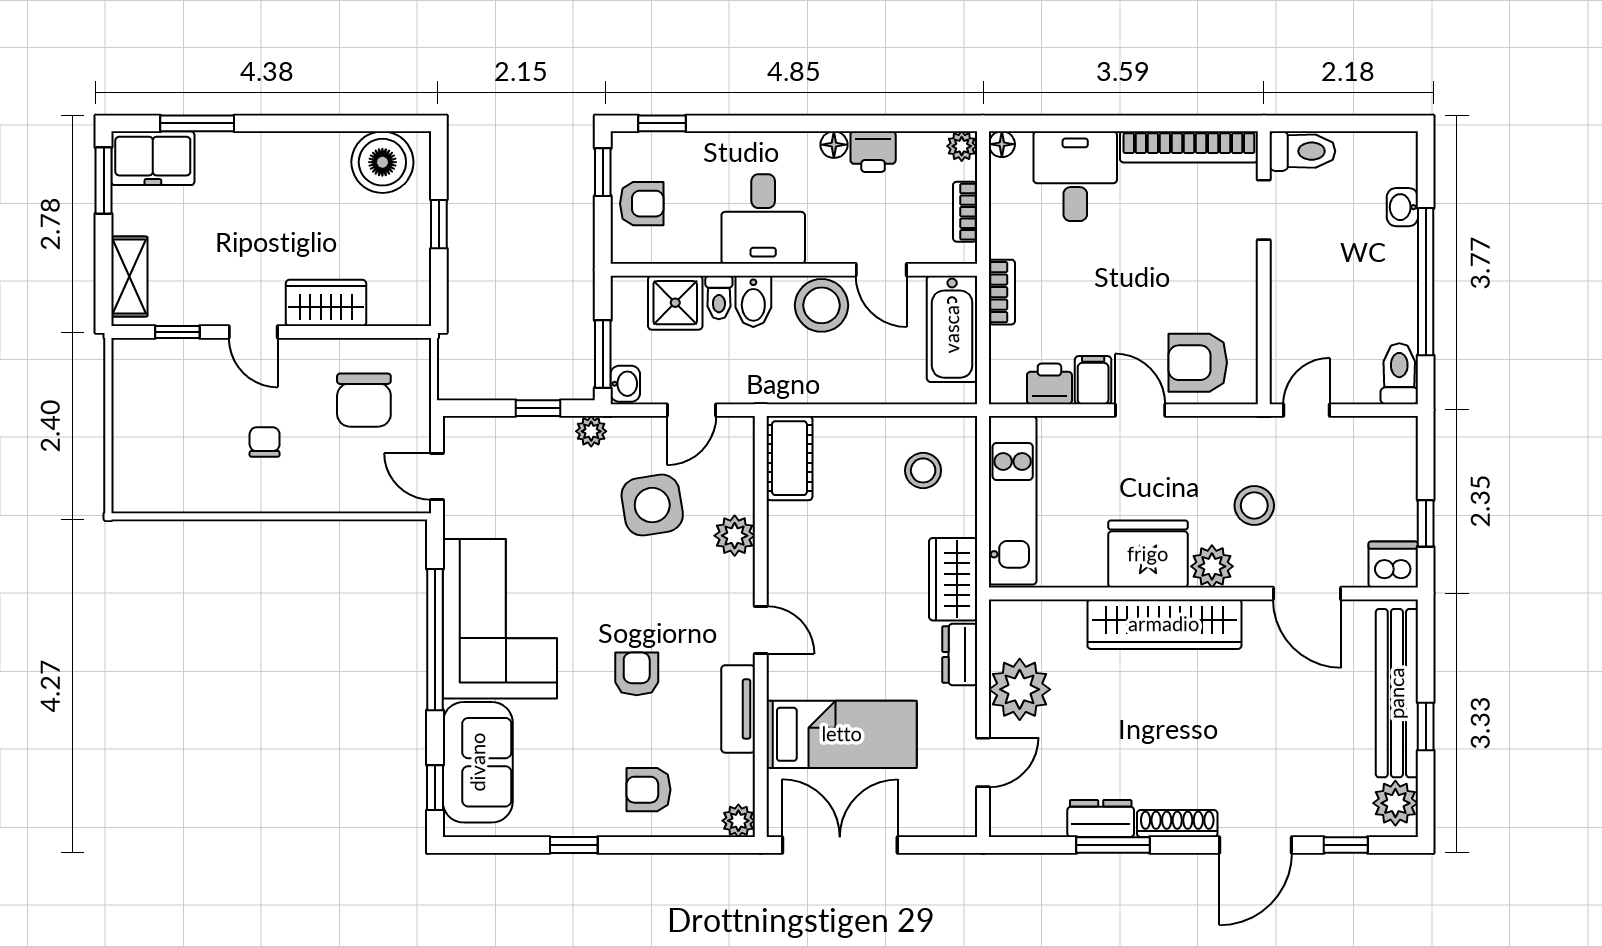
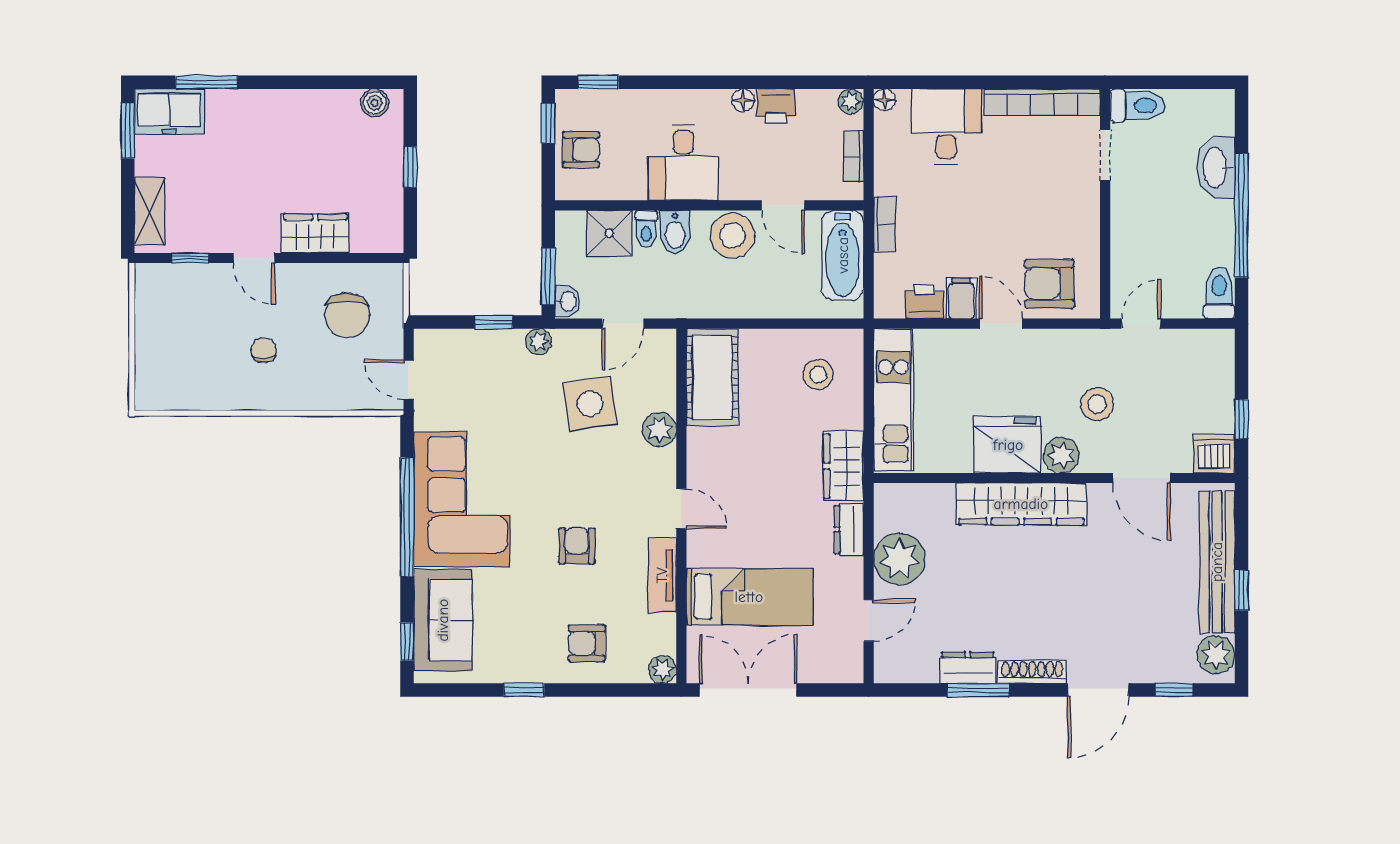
boiler: (382, 162) -> (375, 103), width x0.54, depth x0.54
washbasin: (1402, 207) -> (1216, 167), width x1.91, depth x1.45
cot: (789, 458) -> (712, 377), width x1.37, depth x1.34

